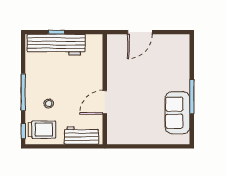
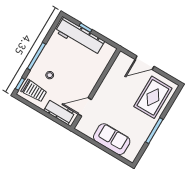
rug: (170, 63) -> (153, 97), added
door: (105, 102) -> (85, 107), moved
sofa: (177, 113) -> (112, 139), moved, turned 90

